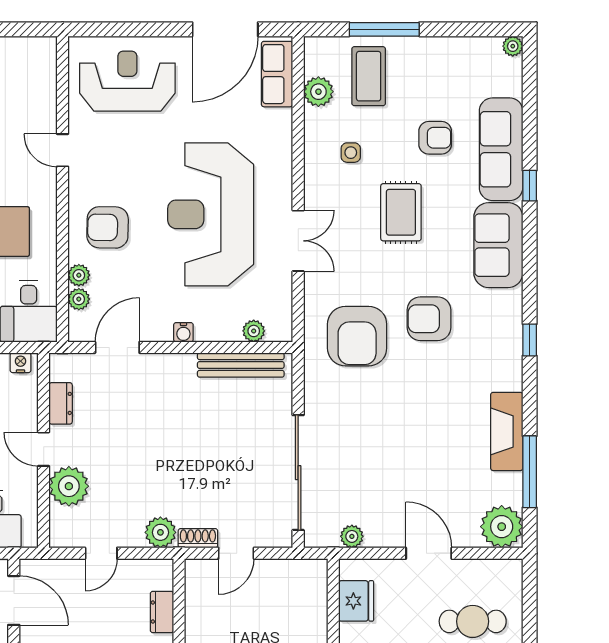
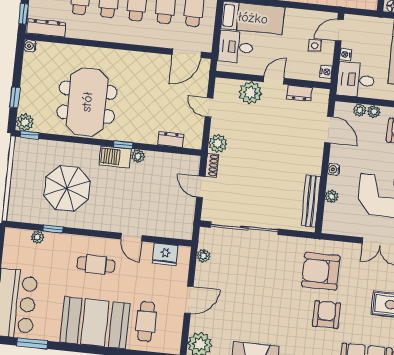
plant: (254, 331) -> (332, 196), moved

